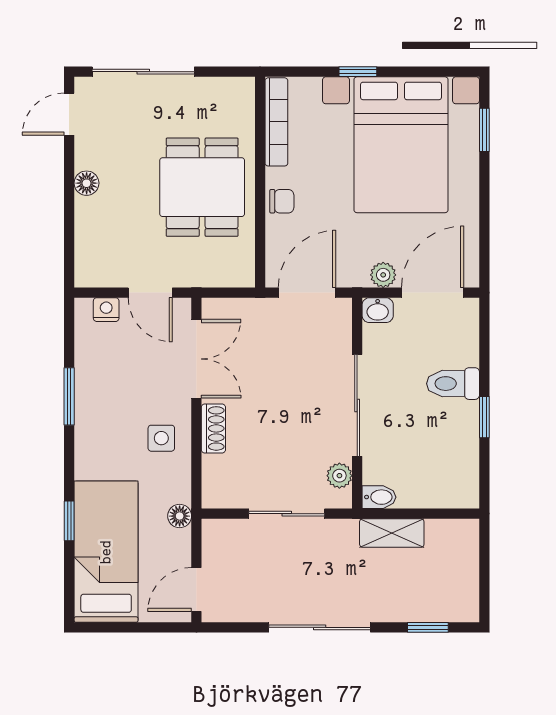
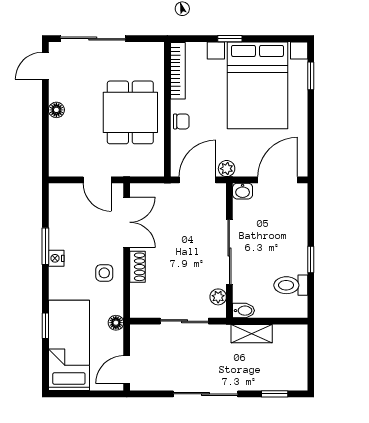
plant: (383, 275) -> (227, 169), moved
nightstand: (106, 310) -> (56, 258), moved, turned -90
toilet: (453, 384) -> (291, 285), moved

